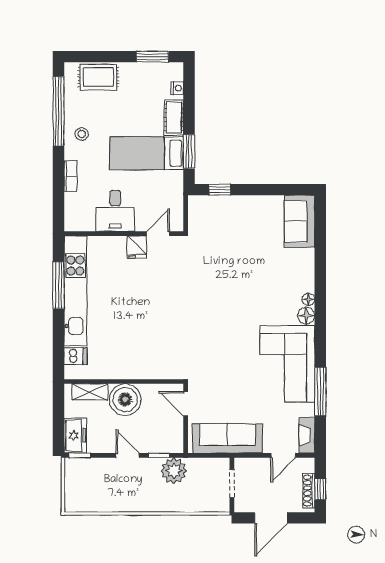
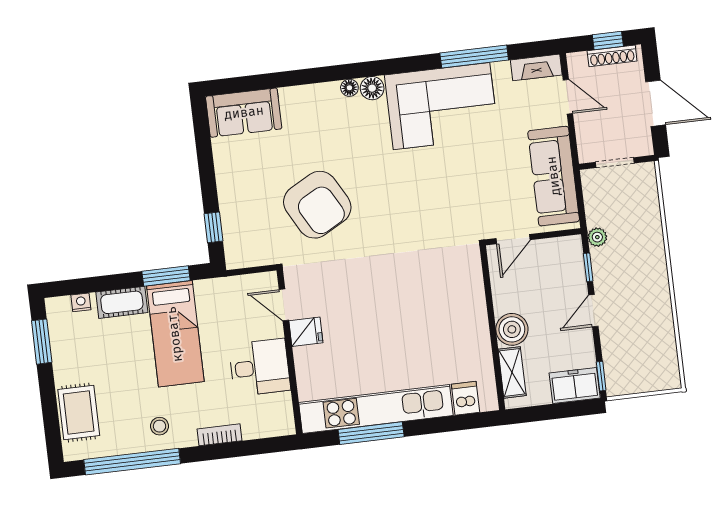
armchair: (227, 266) -> (317, 205), added
boiler: (125, 400) -> (512, 329), width x0.73, depth x0.73
plant: (174, 471) -> (597, 237), width x0.53, depth x0.53

